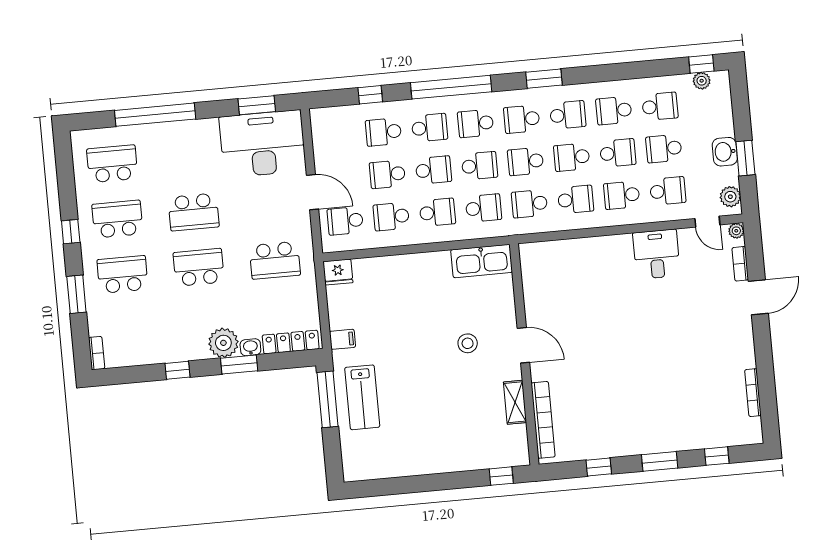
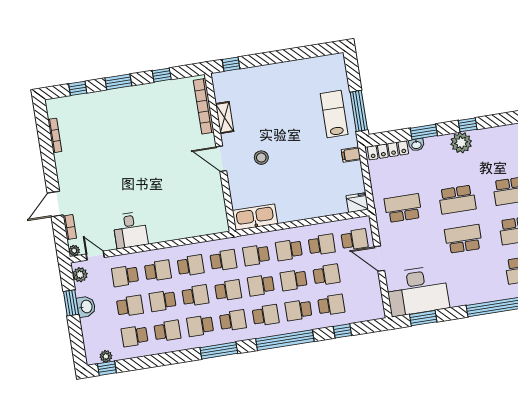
window: (544, 79) -> (219, 351), width x1.44
school desk: (576, 199) -> (191, 266), turned 180
plant: (223, 343) -> (461, 143), moved

